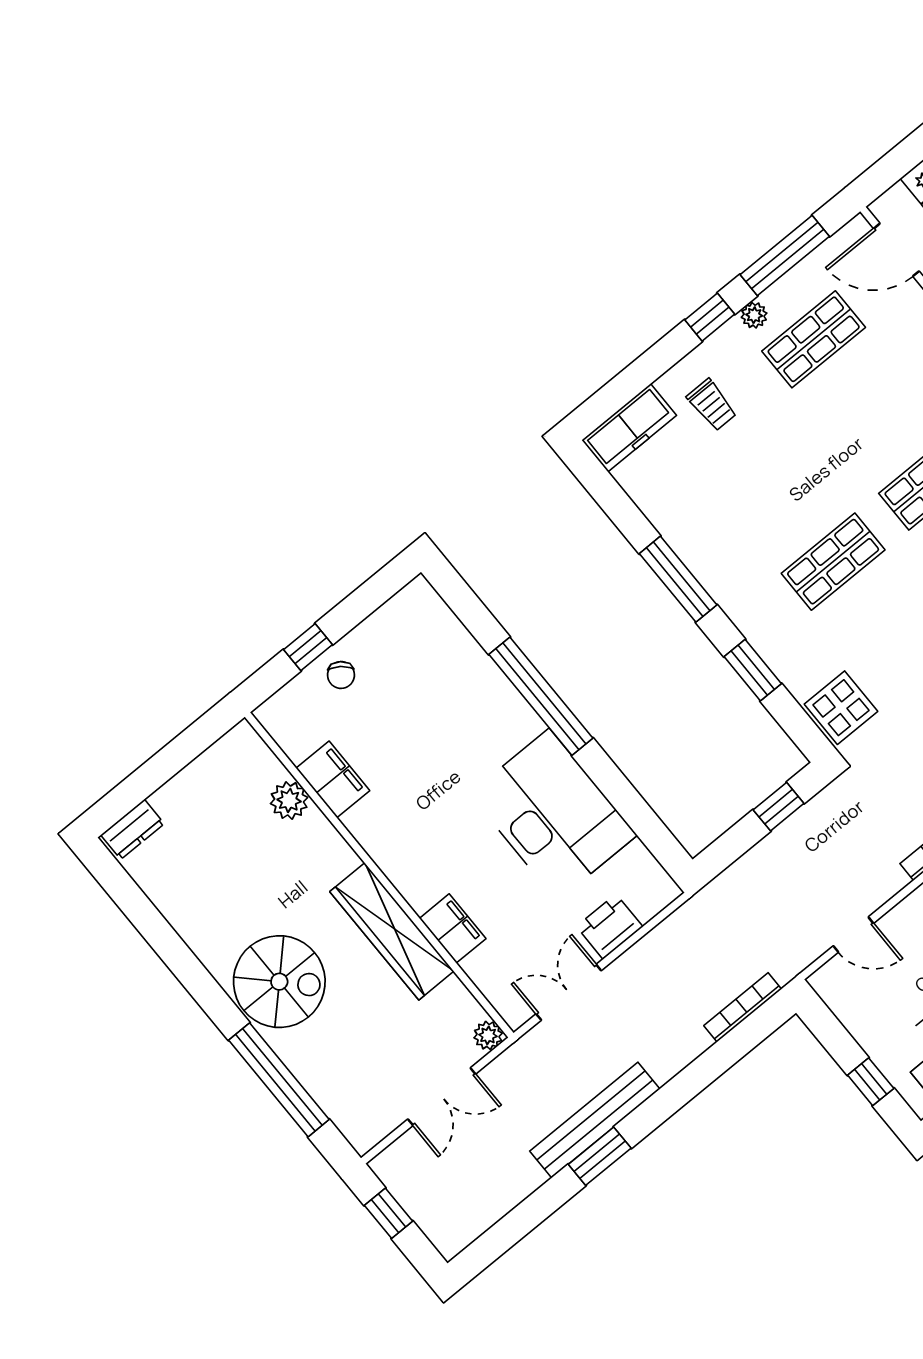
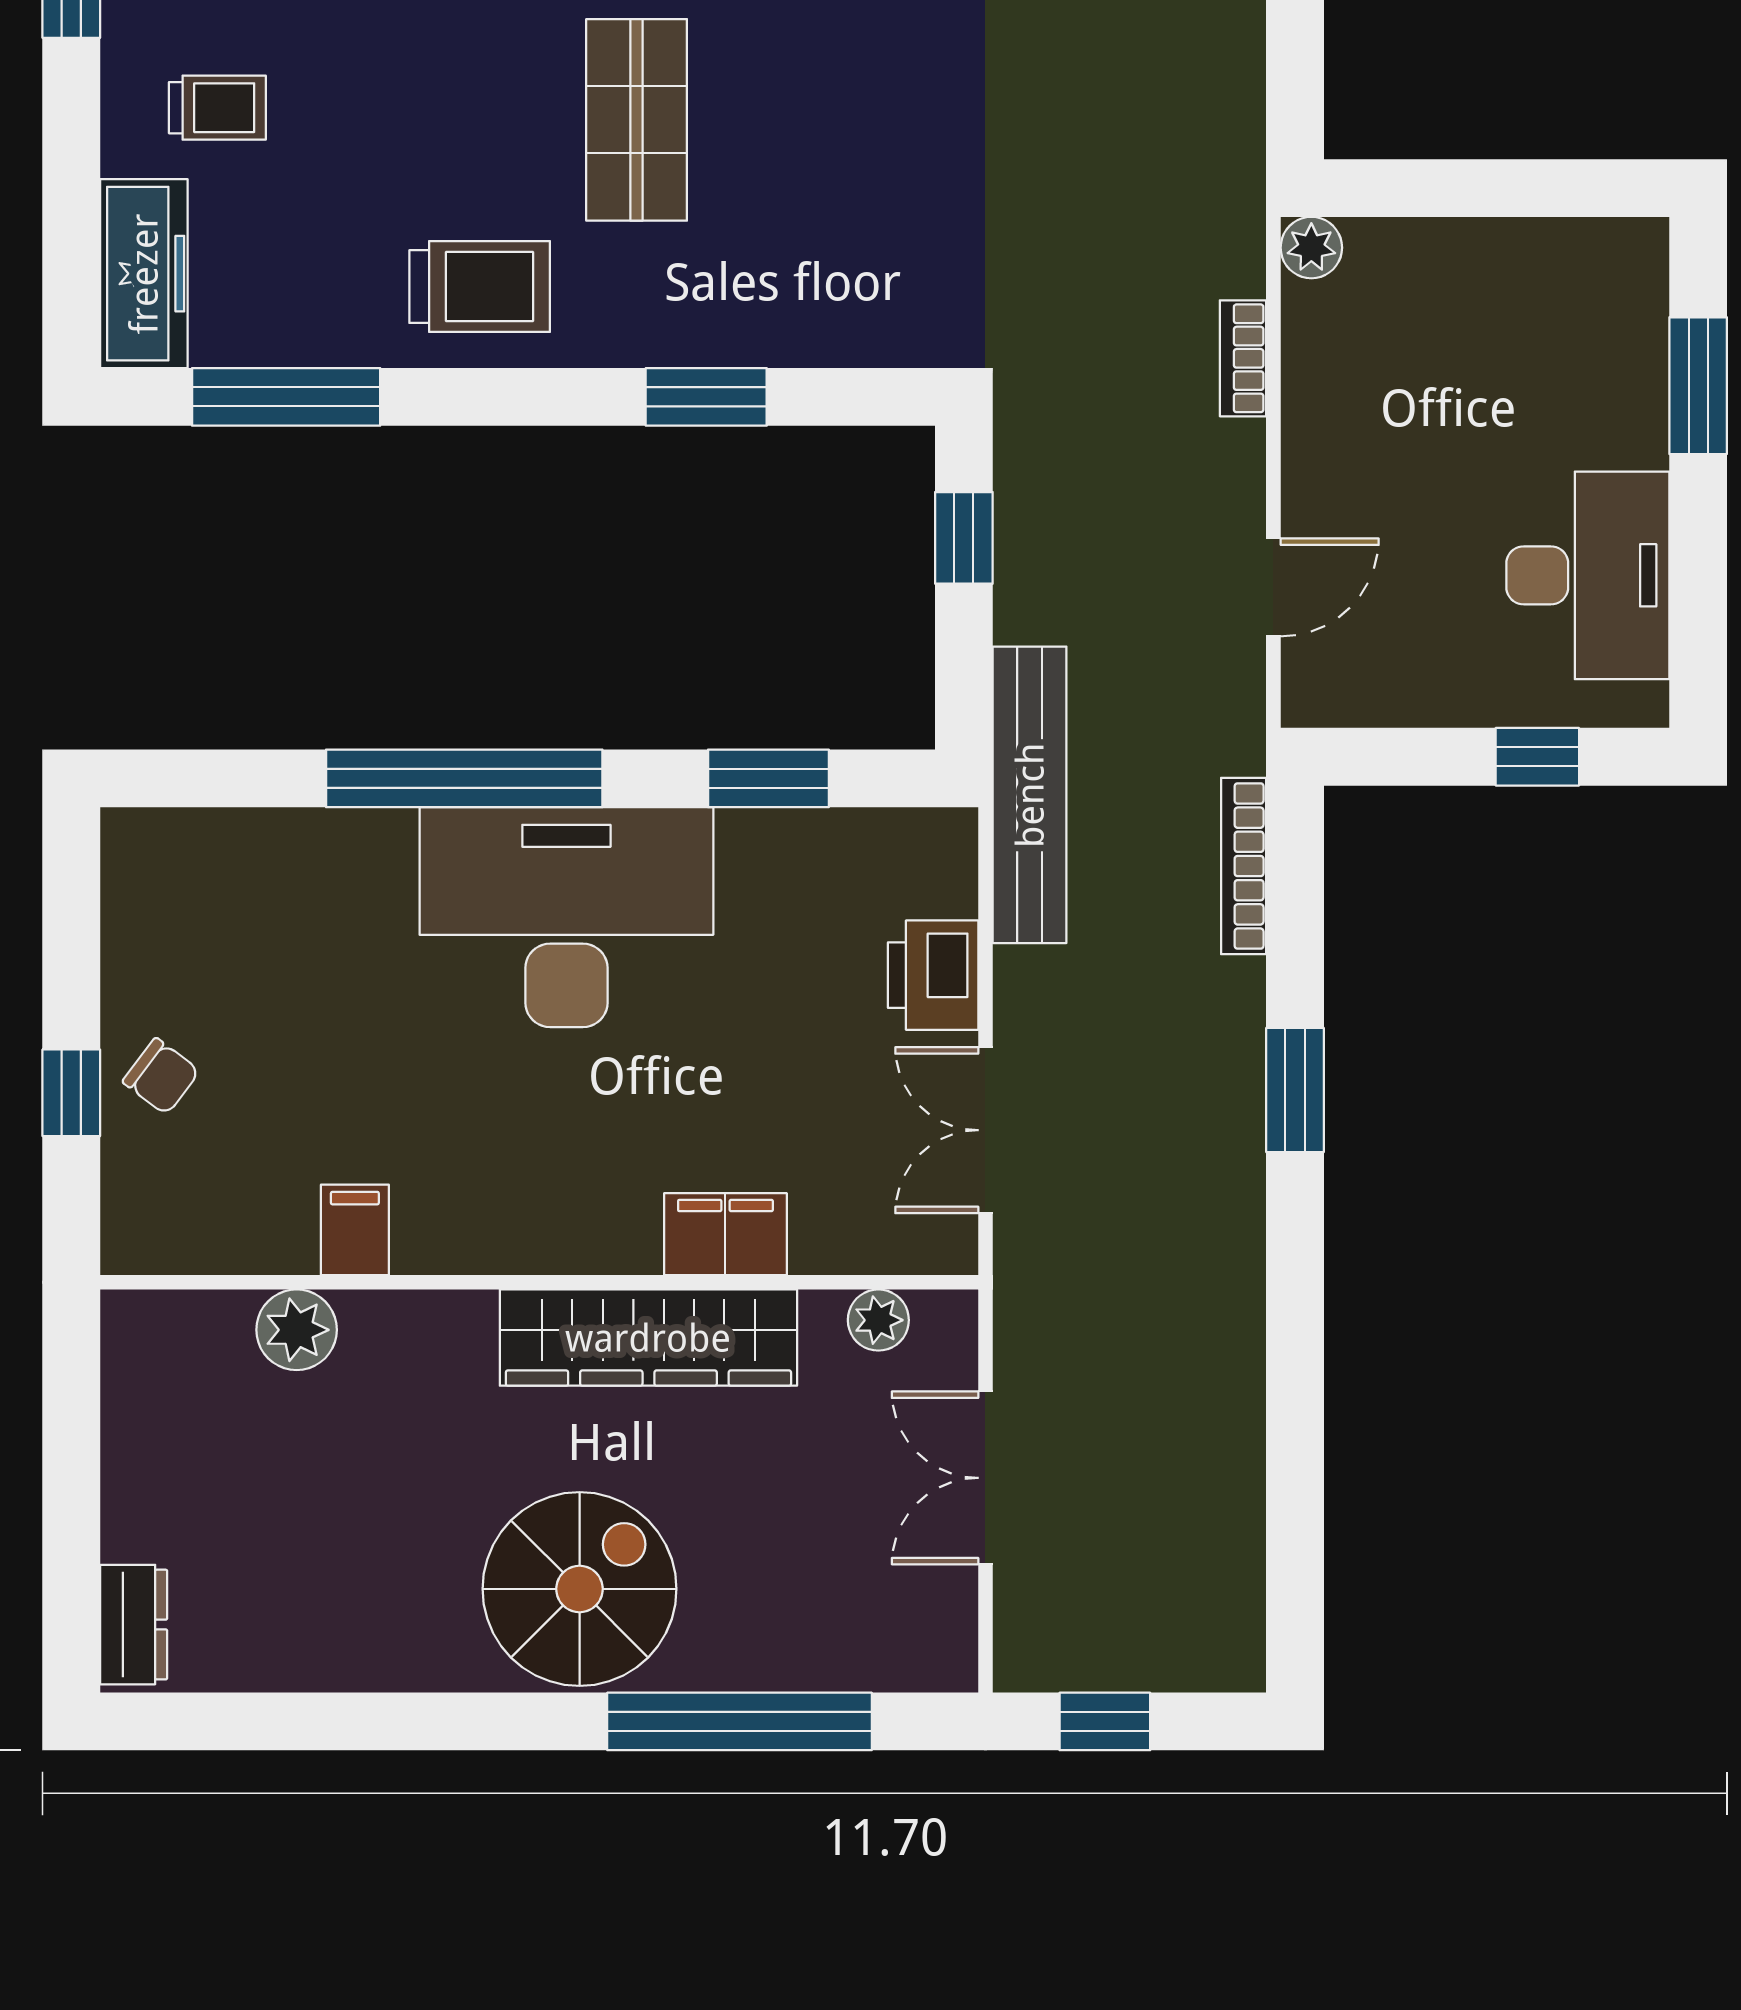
trolley: (725, 554) -> (480, 287), added
window: (678, 579) -> (286, 397), moved
display table: (841, 708) -> (886, 303), removed
filing cabinet: (333, 779) -> (355, 1230), width x0.50
window: (632, 807) -> (768, 778), added
desk: (553, 815) -> (566, 917), moved
plant: (488, 1035) -> (878, 1320), moved
double door: (442, 1097) -> (985, 1478), swing flipped
bench: (595, 1120) -> (1030, 795), moved
window: (600, 1156) -> (1295, 1090), moved

